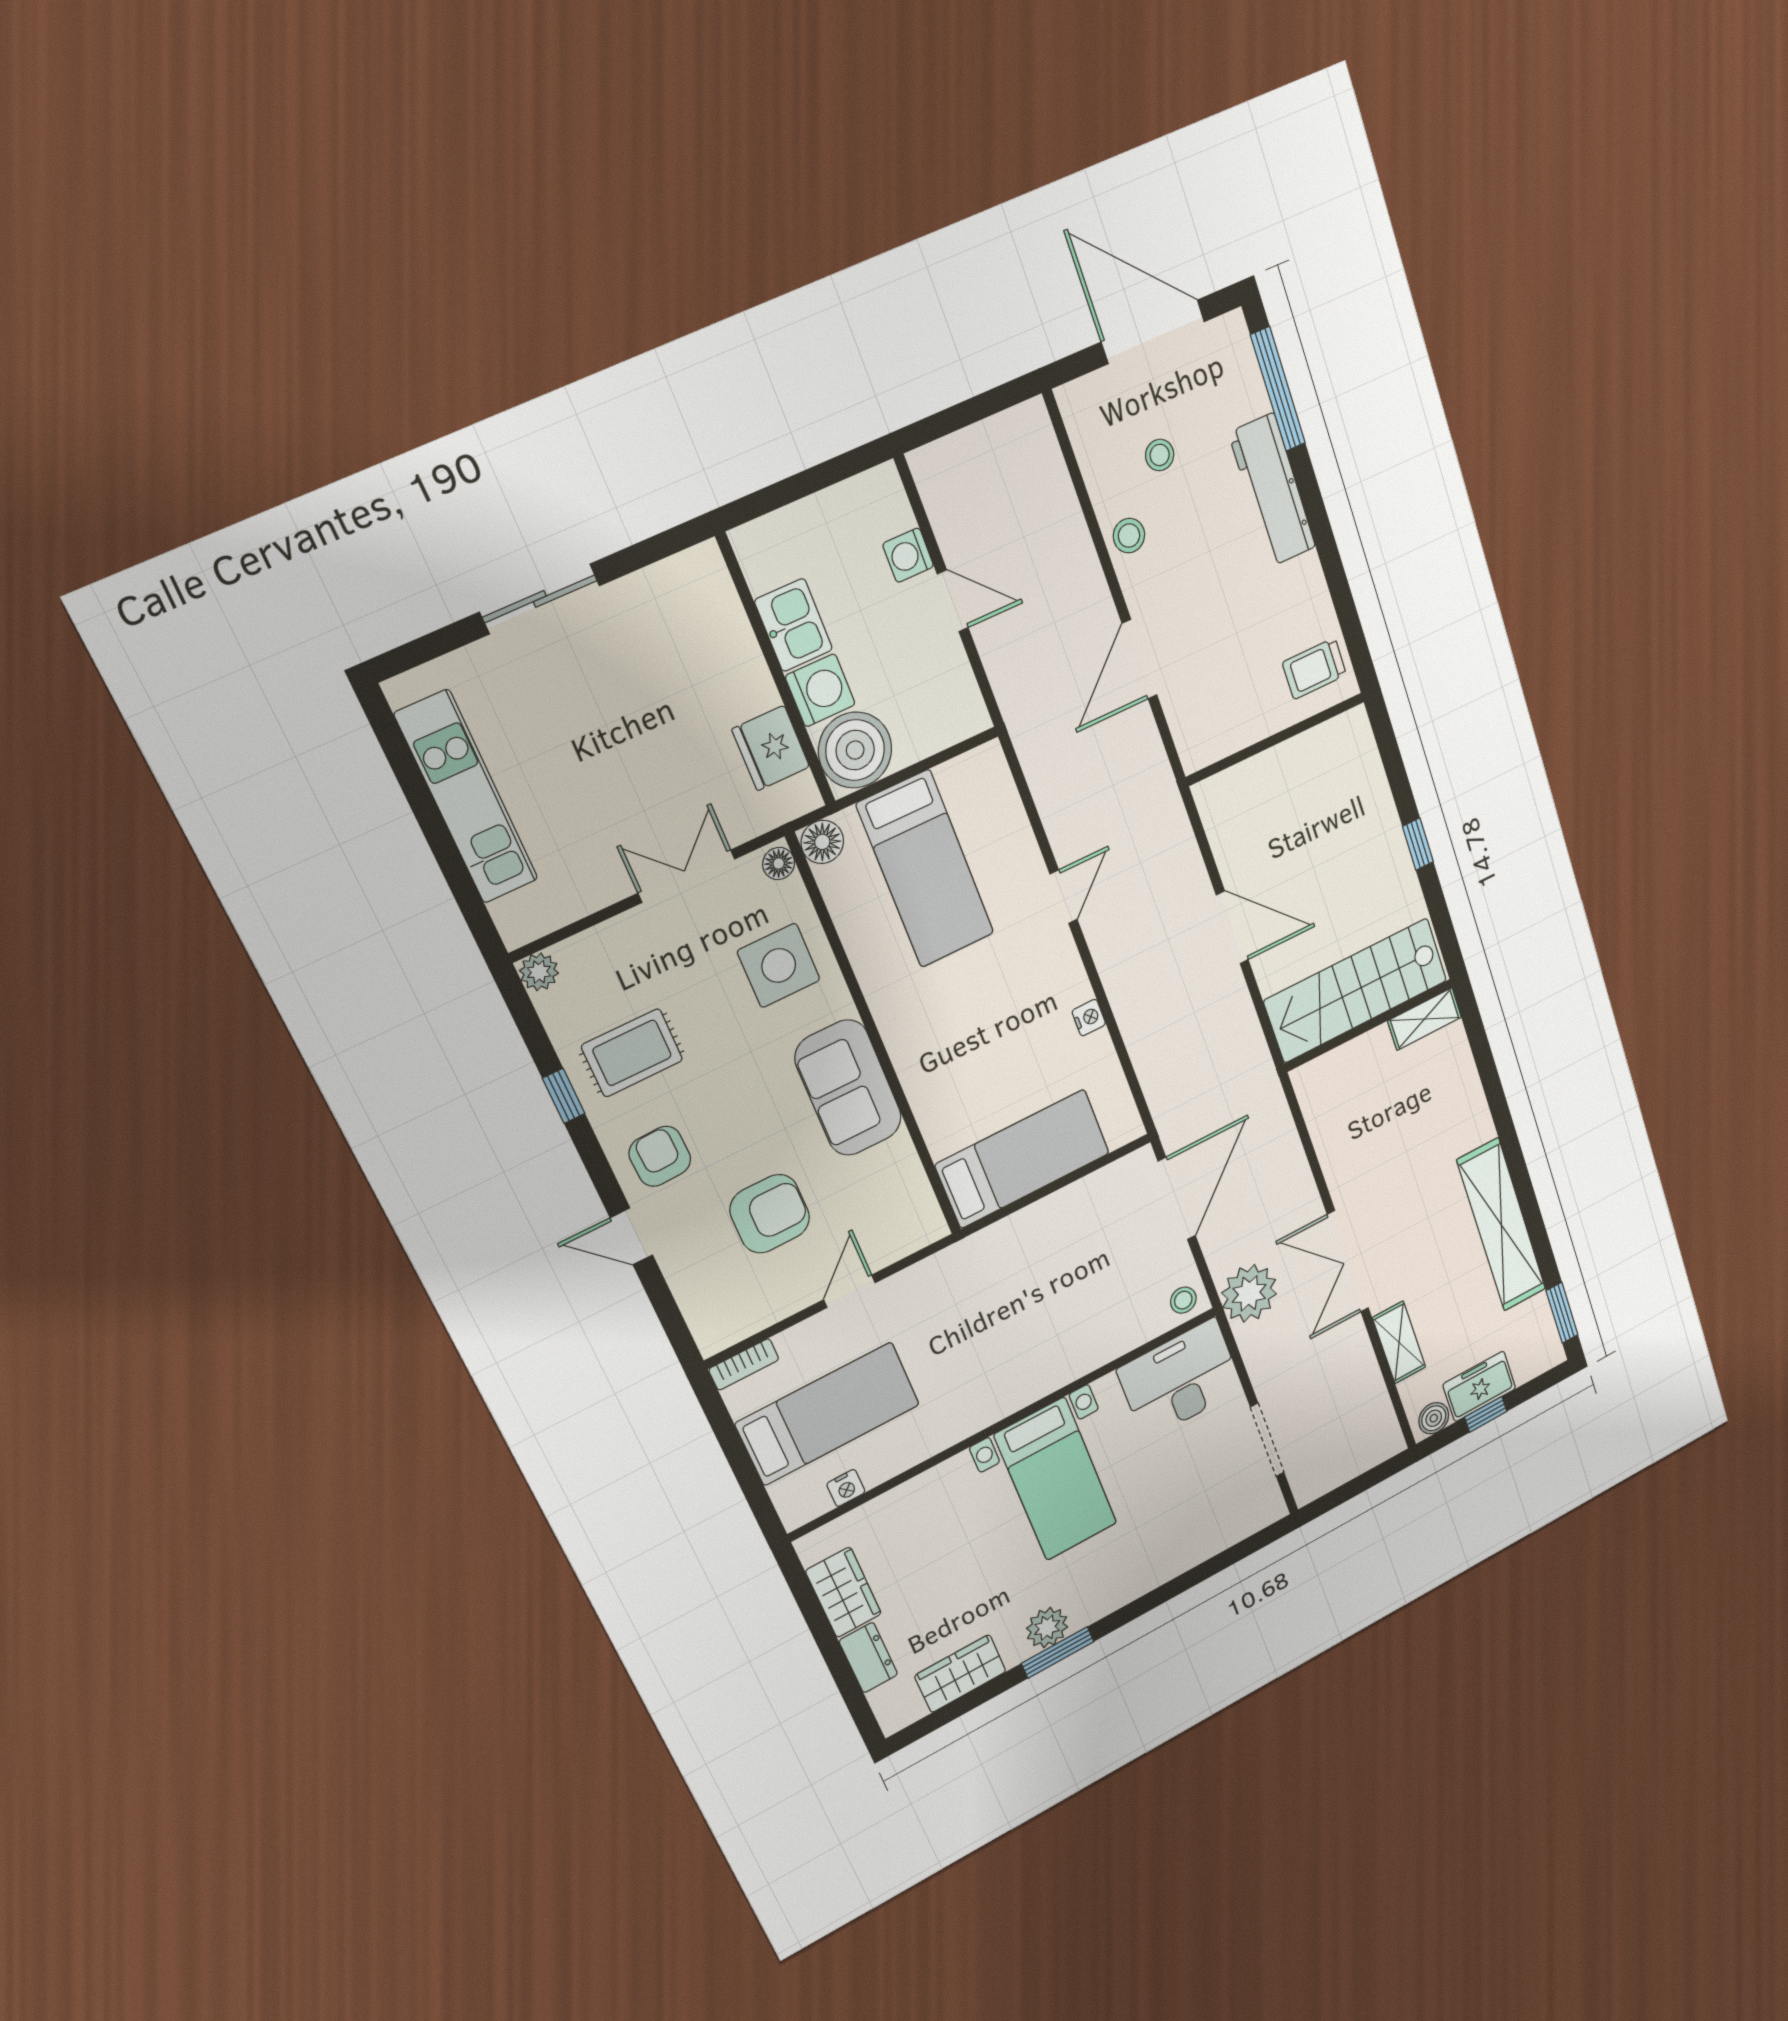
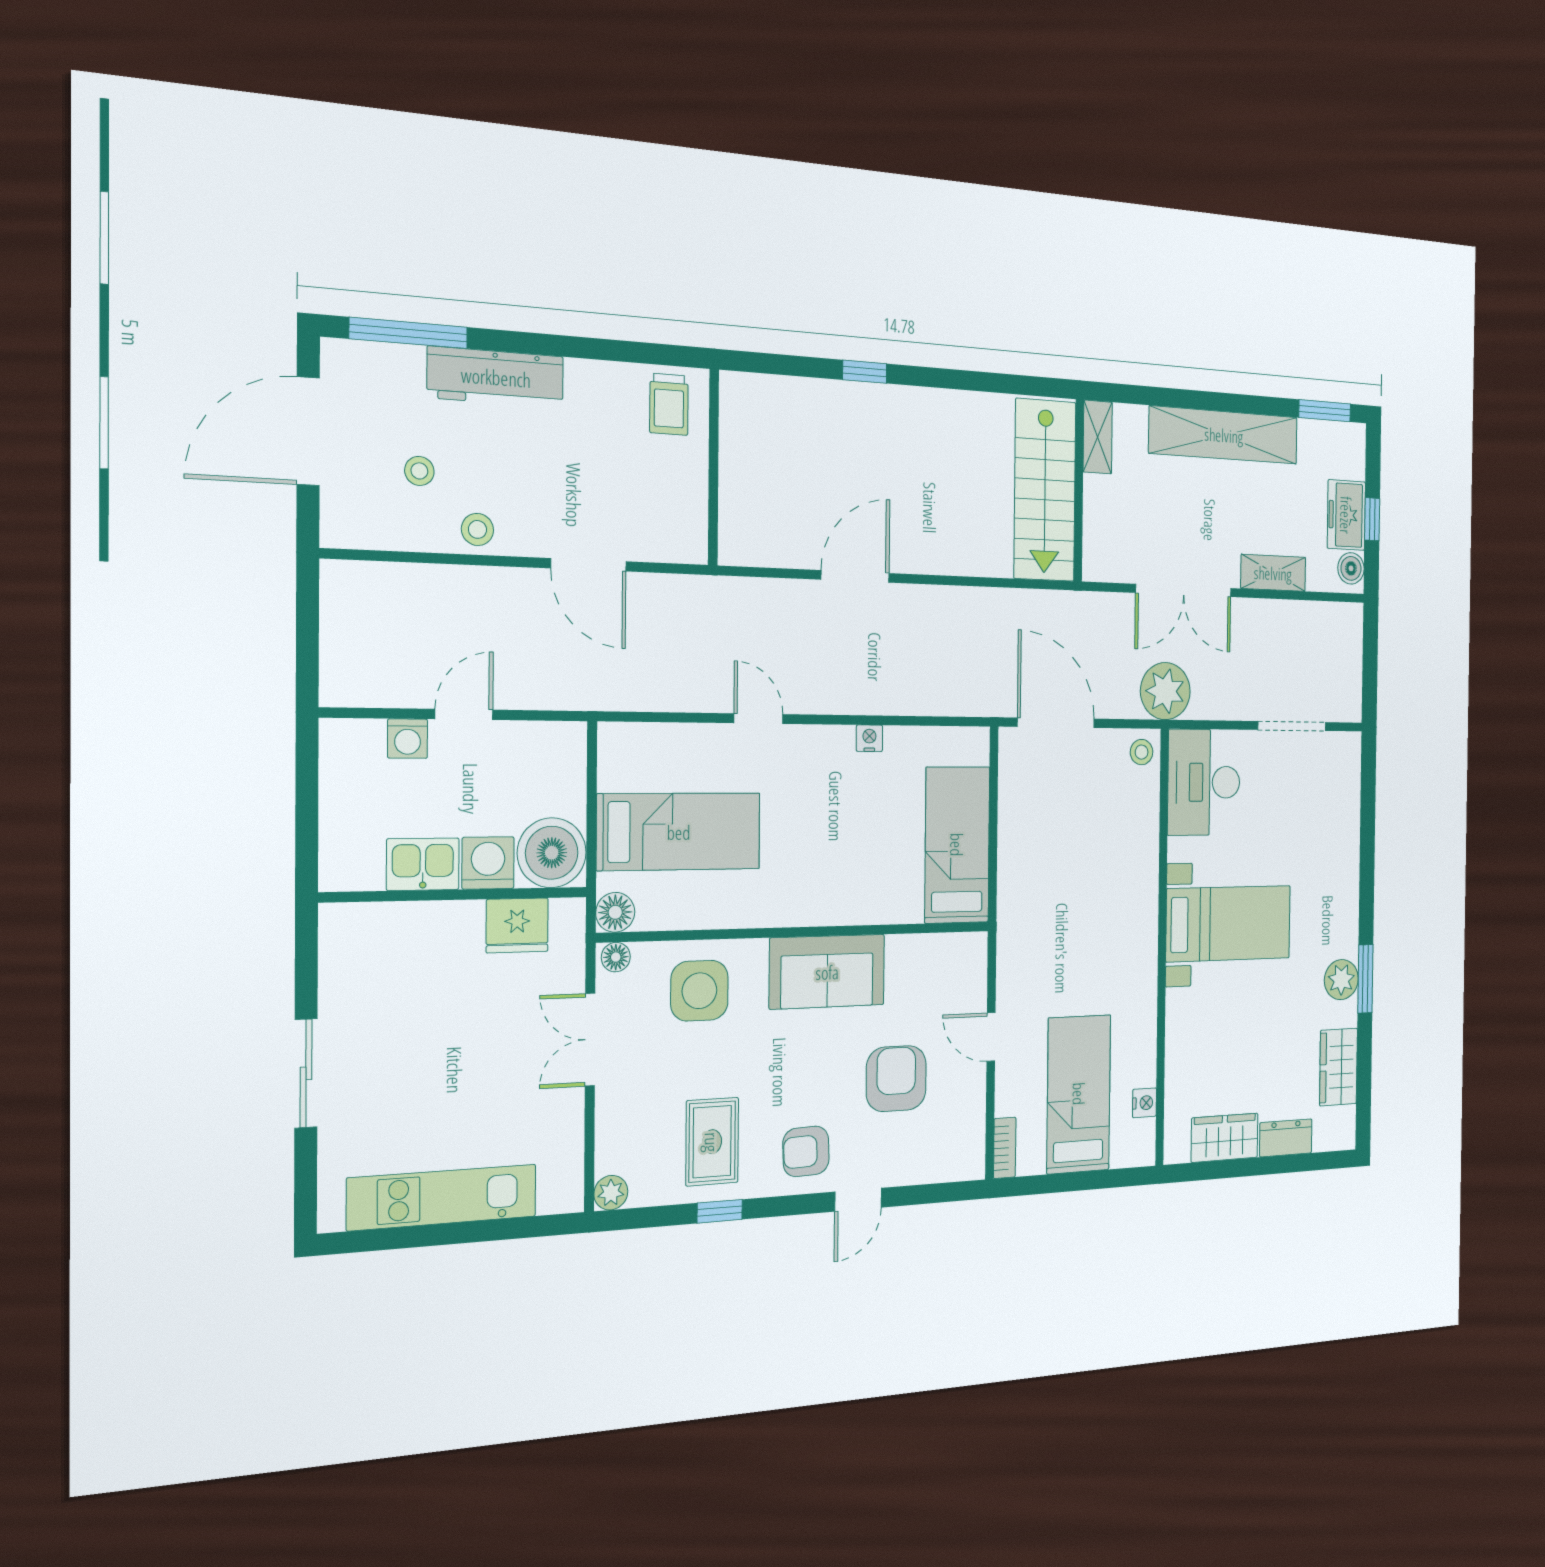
stairs: (1356, 990) -> (1045, 490), moved
shelving: (1425, 1019) -> (1098, 437), moved
wall: (1369, 1025) -> (1079, 491), moved

